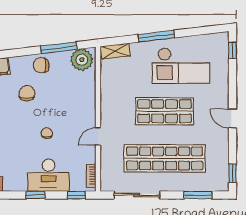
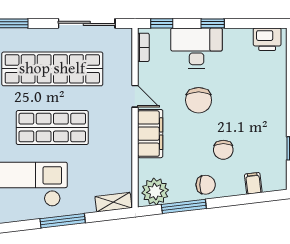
filing cabinet: (86, 106) -> (150, 134), added
chair: (47, 133) -> (199, 100), width x1.87, depth x1.87
door: (98, 136) -> (135, 96), hinge flipped

